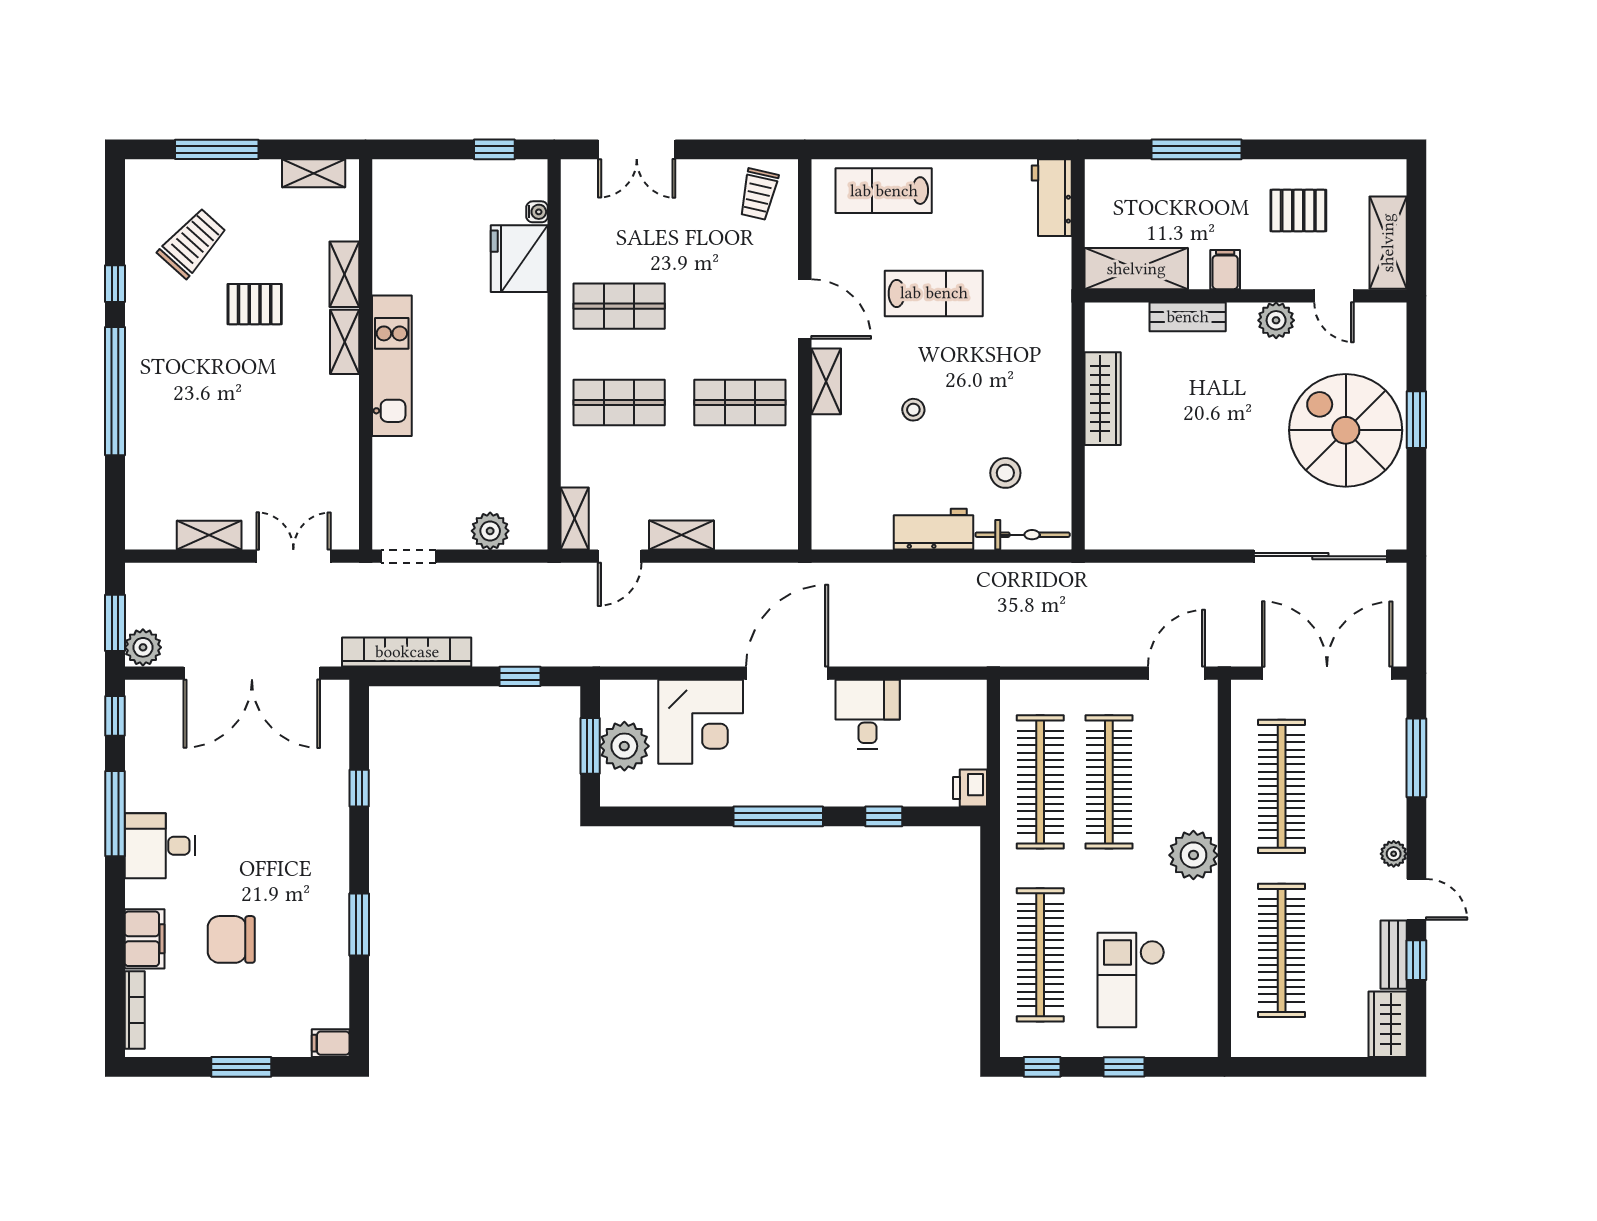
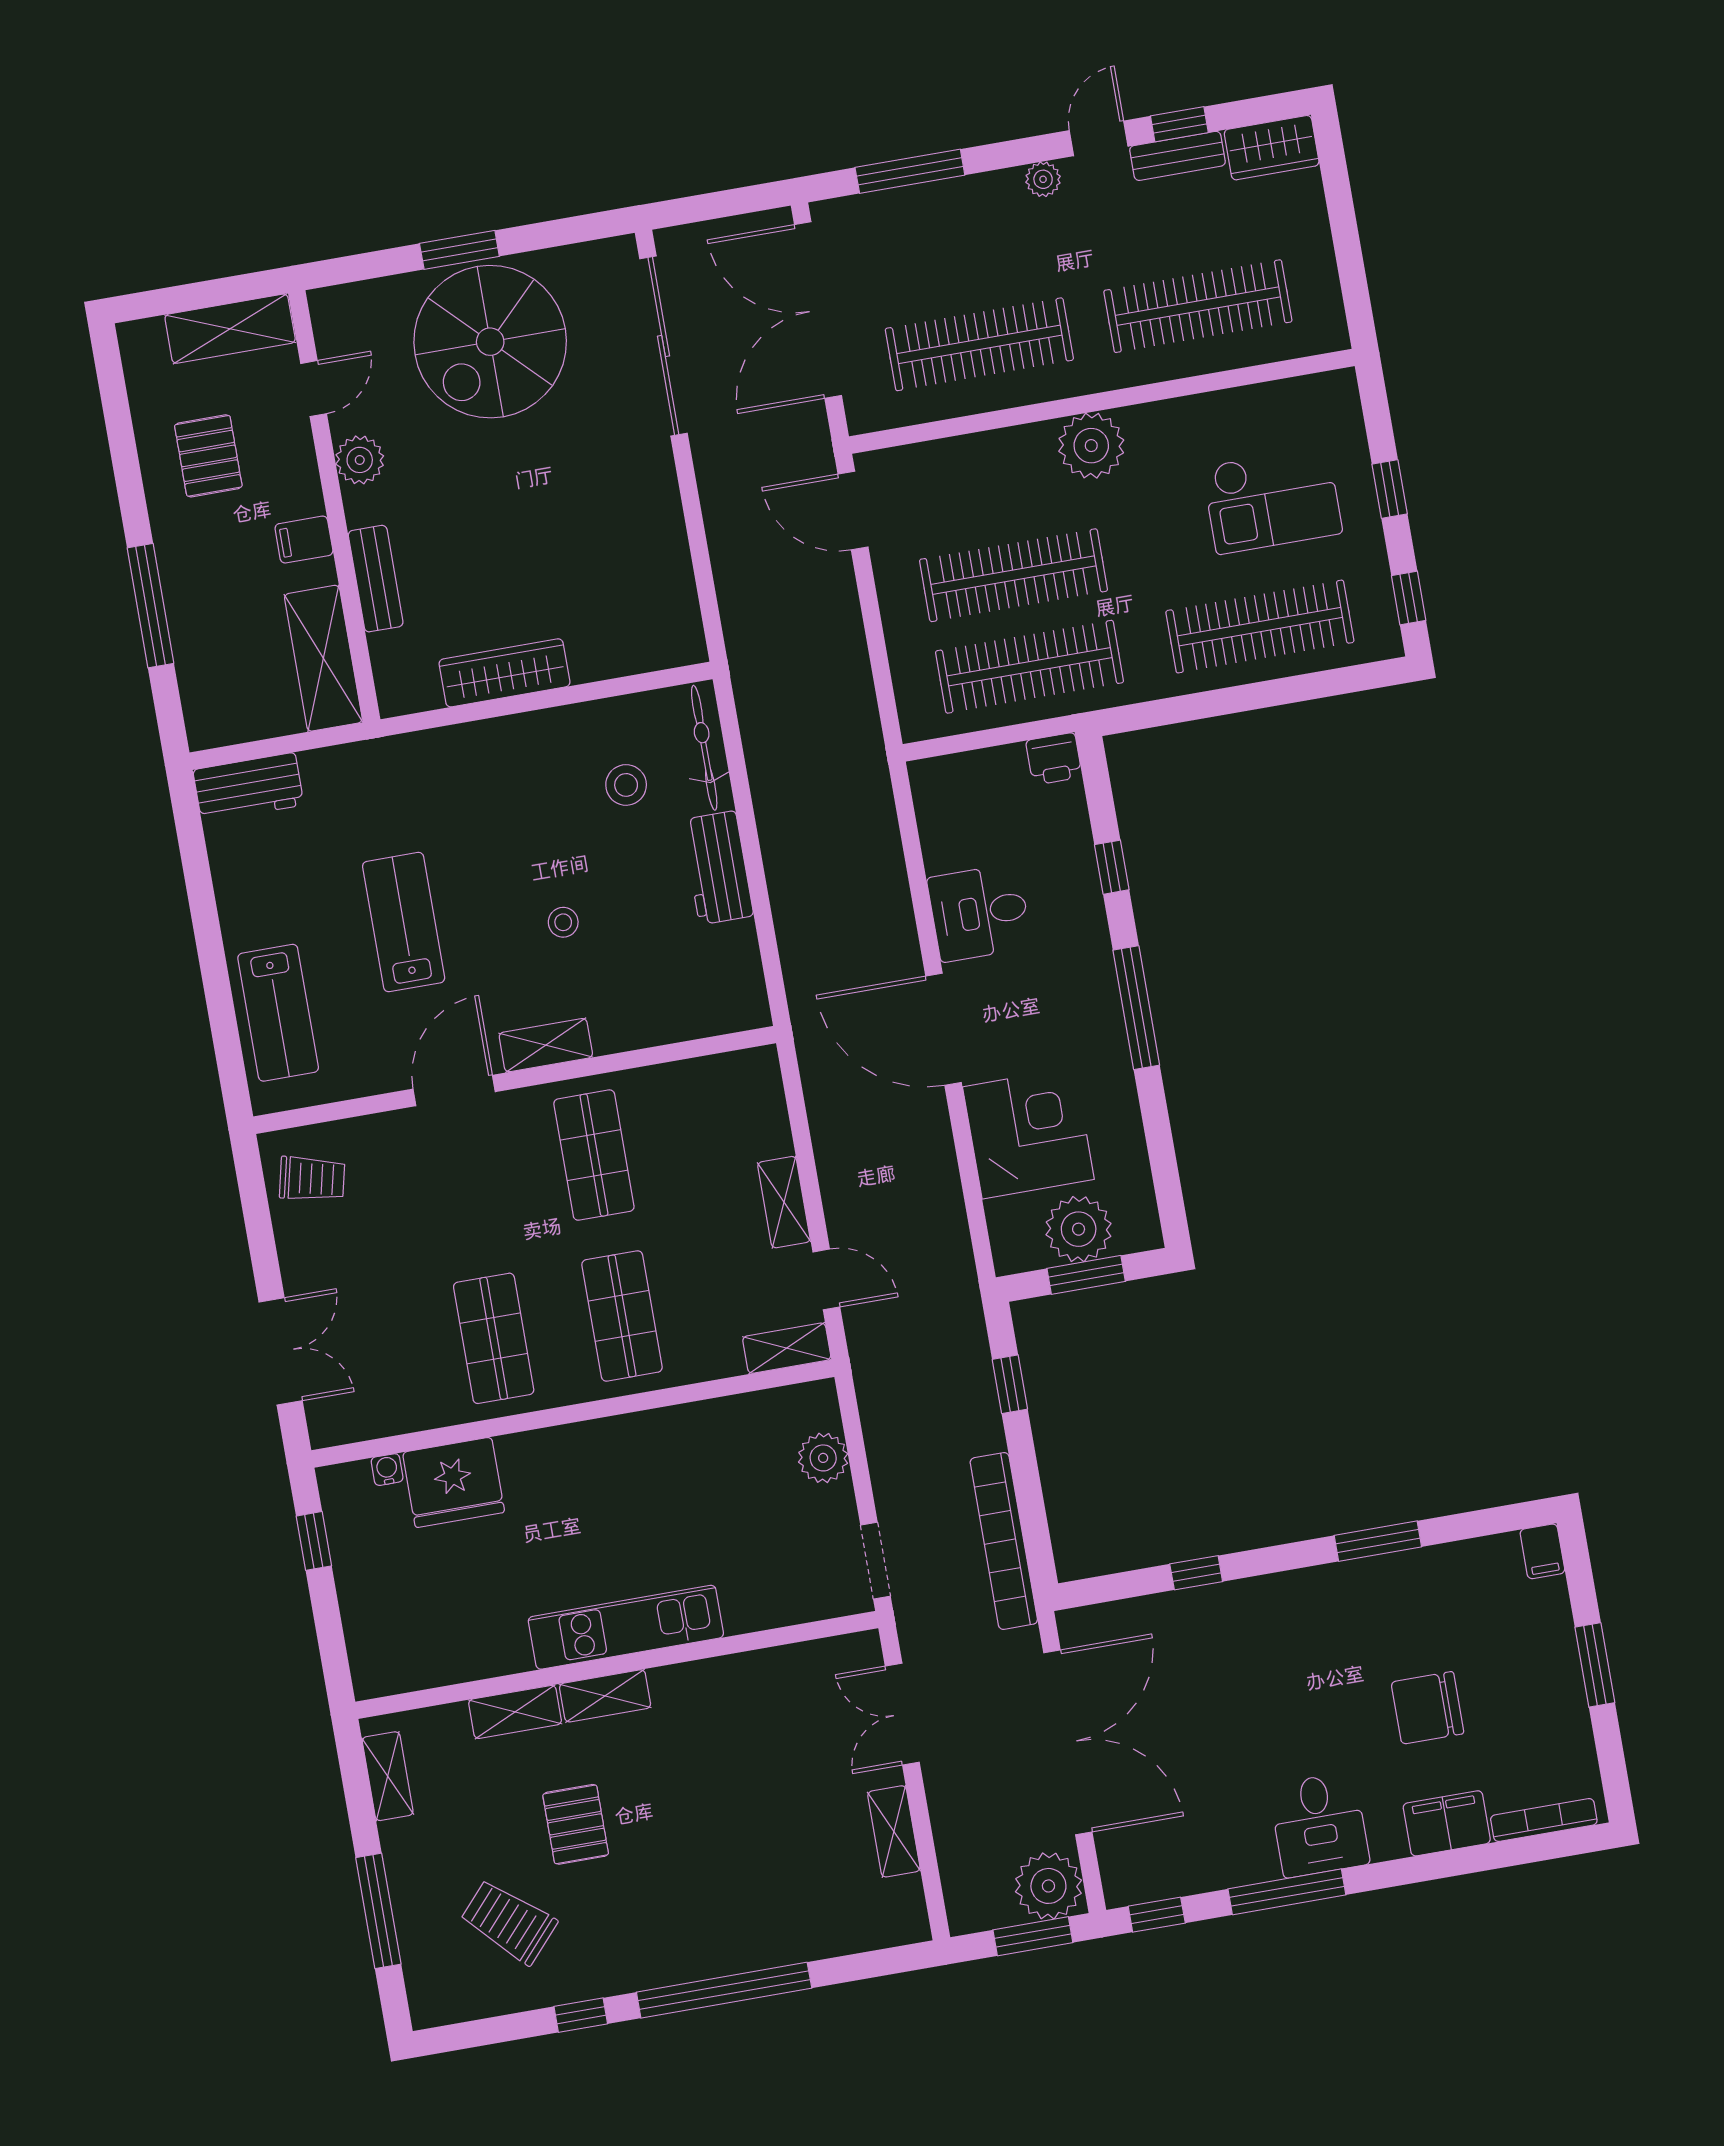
plant: (143, 647) -> (1048, 1886), width x1.36, depth x1.36
chair: (231, 939) -> (1427, 1708), turned 90

